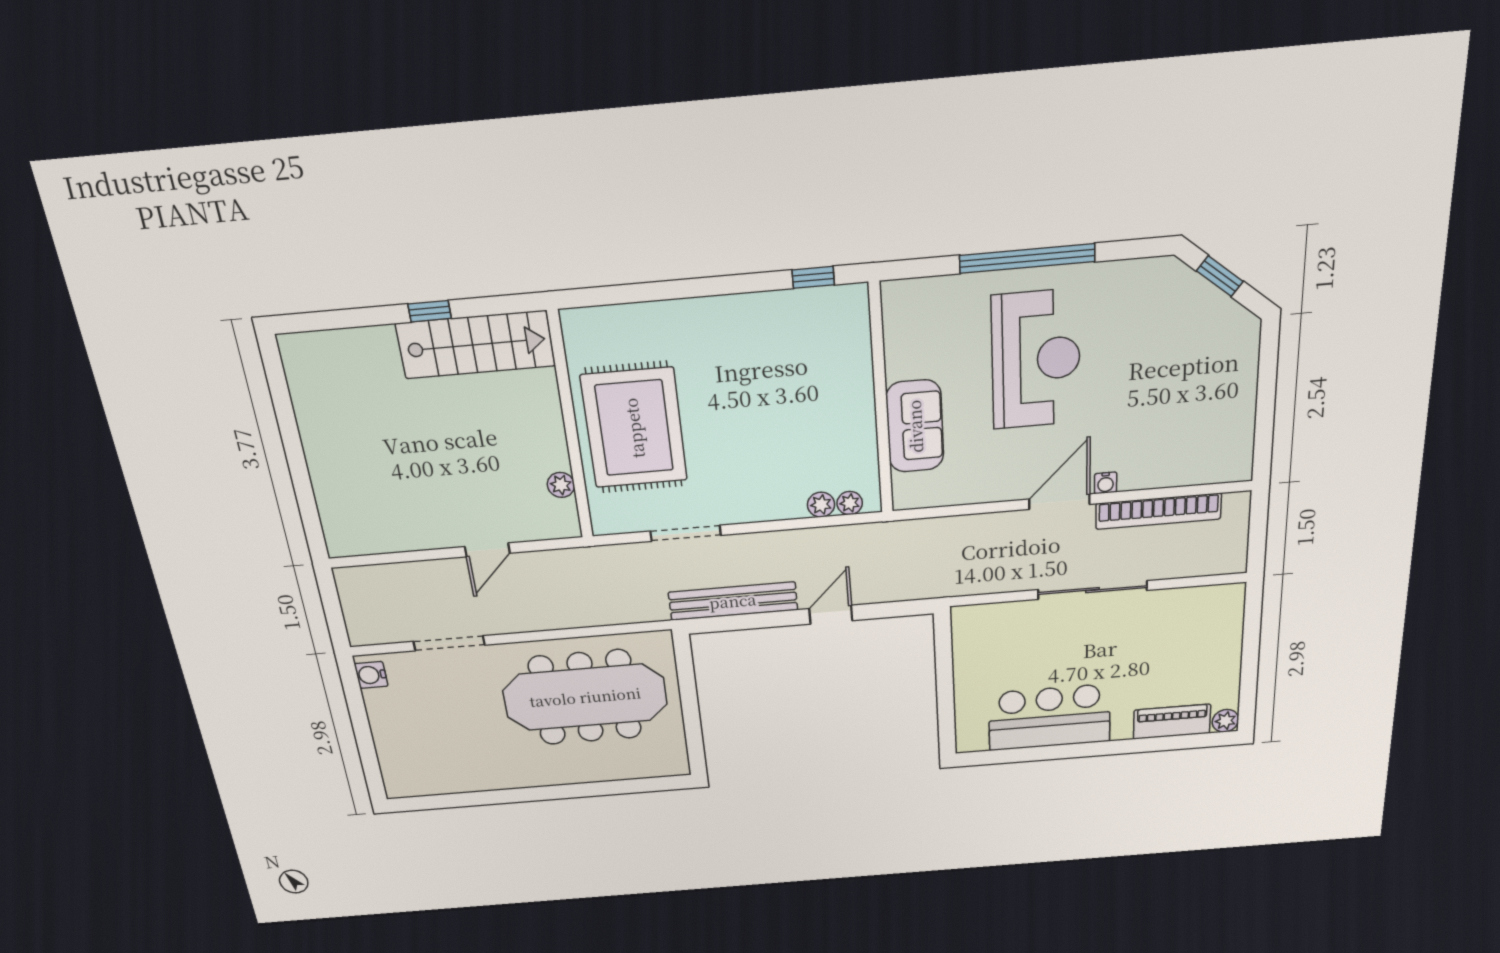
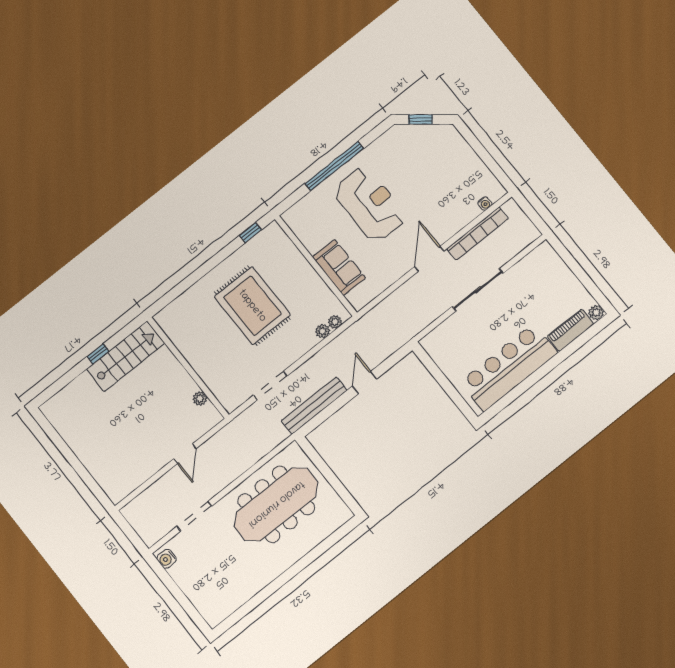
rug: (634, 428) -> (252, 306), moved
water cooler: (1106, 483) -> (485, 204), moved
bar counter: (1049, 717) -> (509, 367), width x1.36

